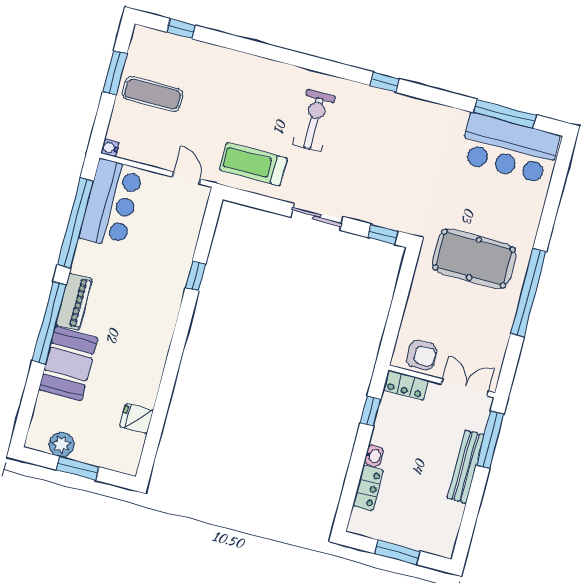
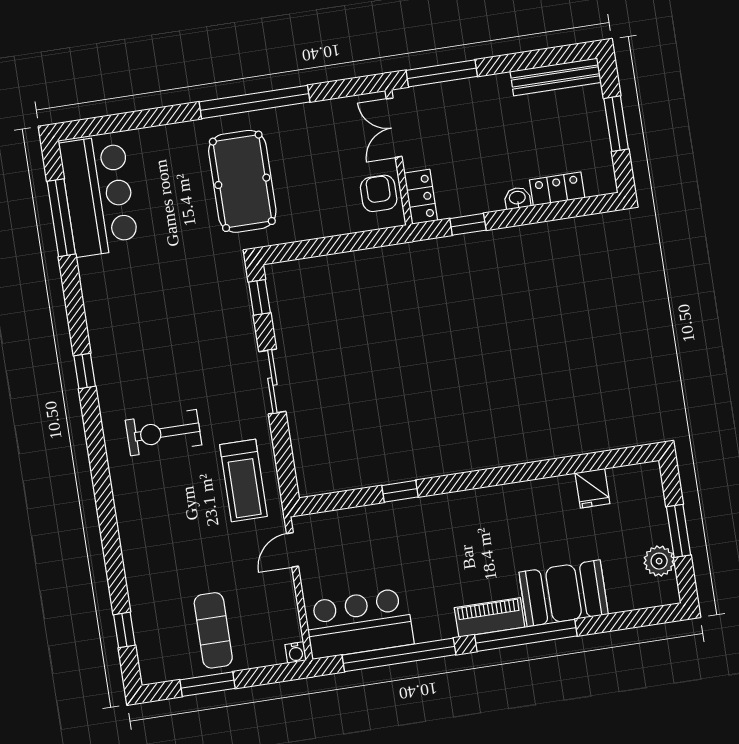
bench: (466, 467) -> (556, 77), moved

